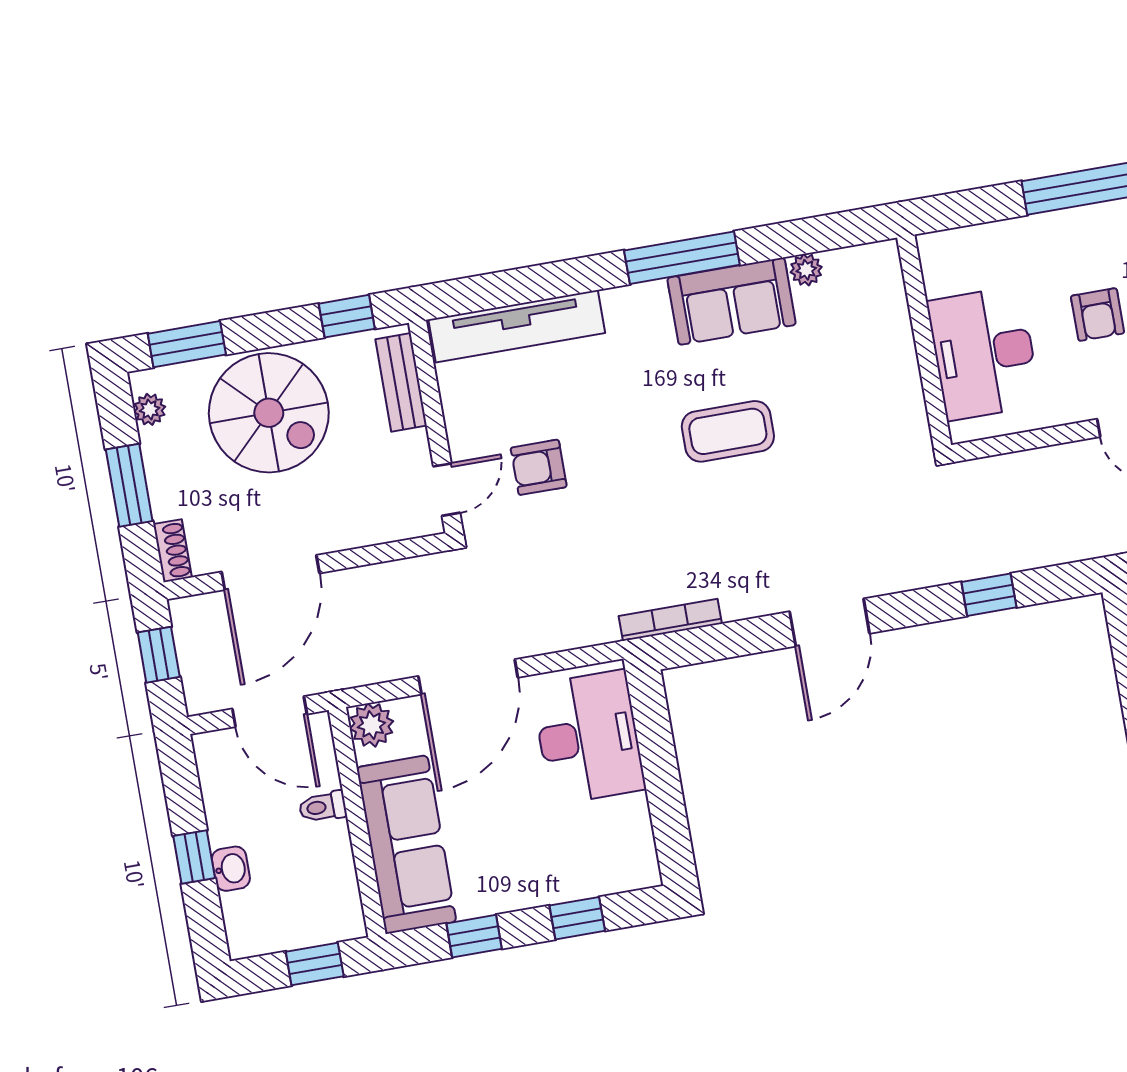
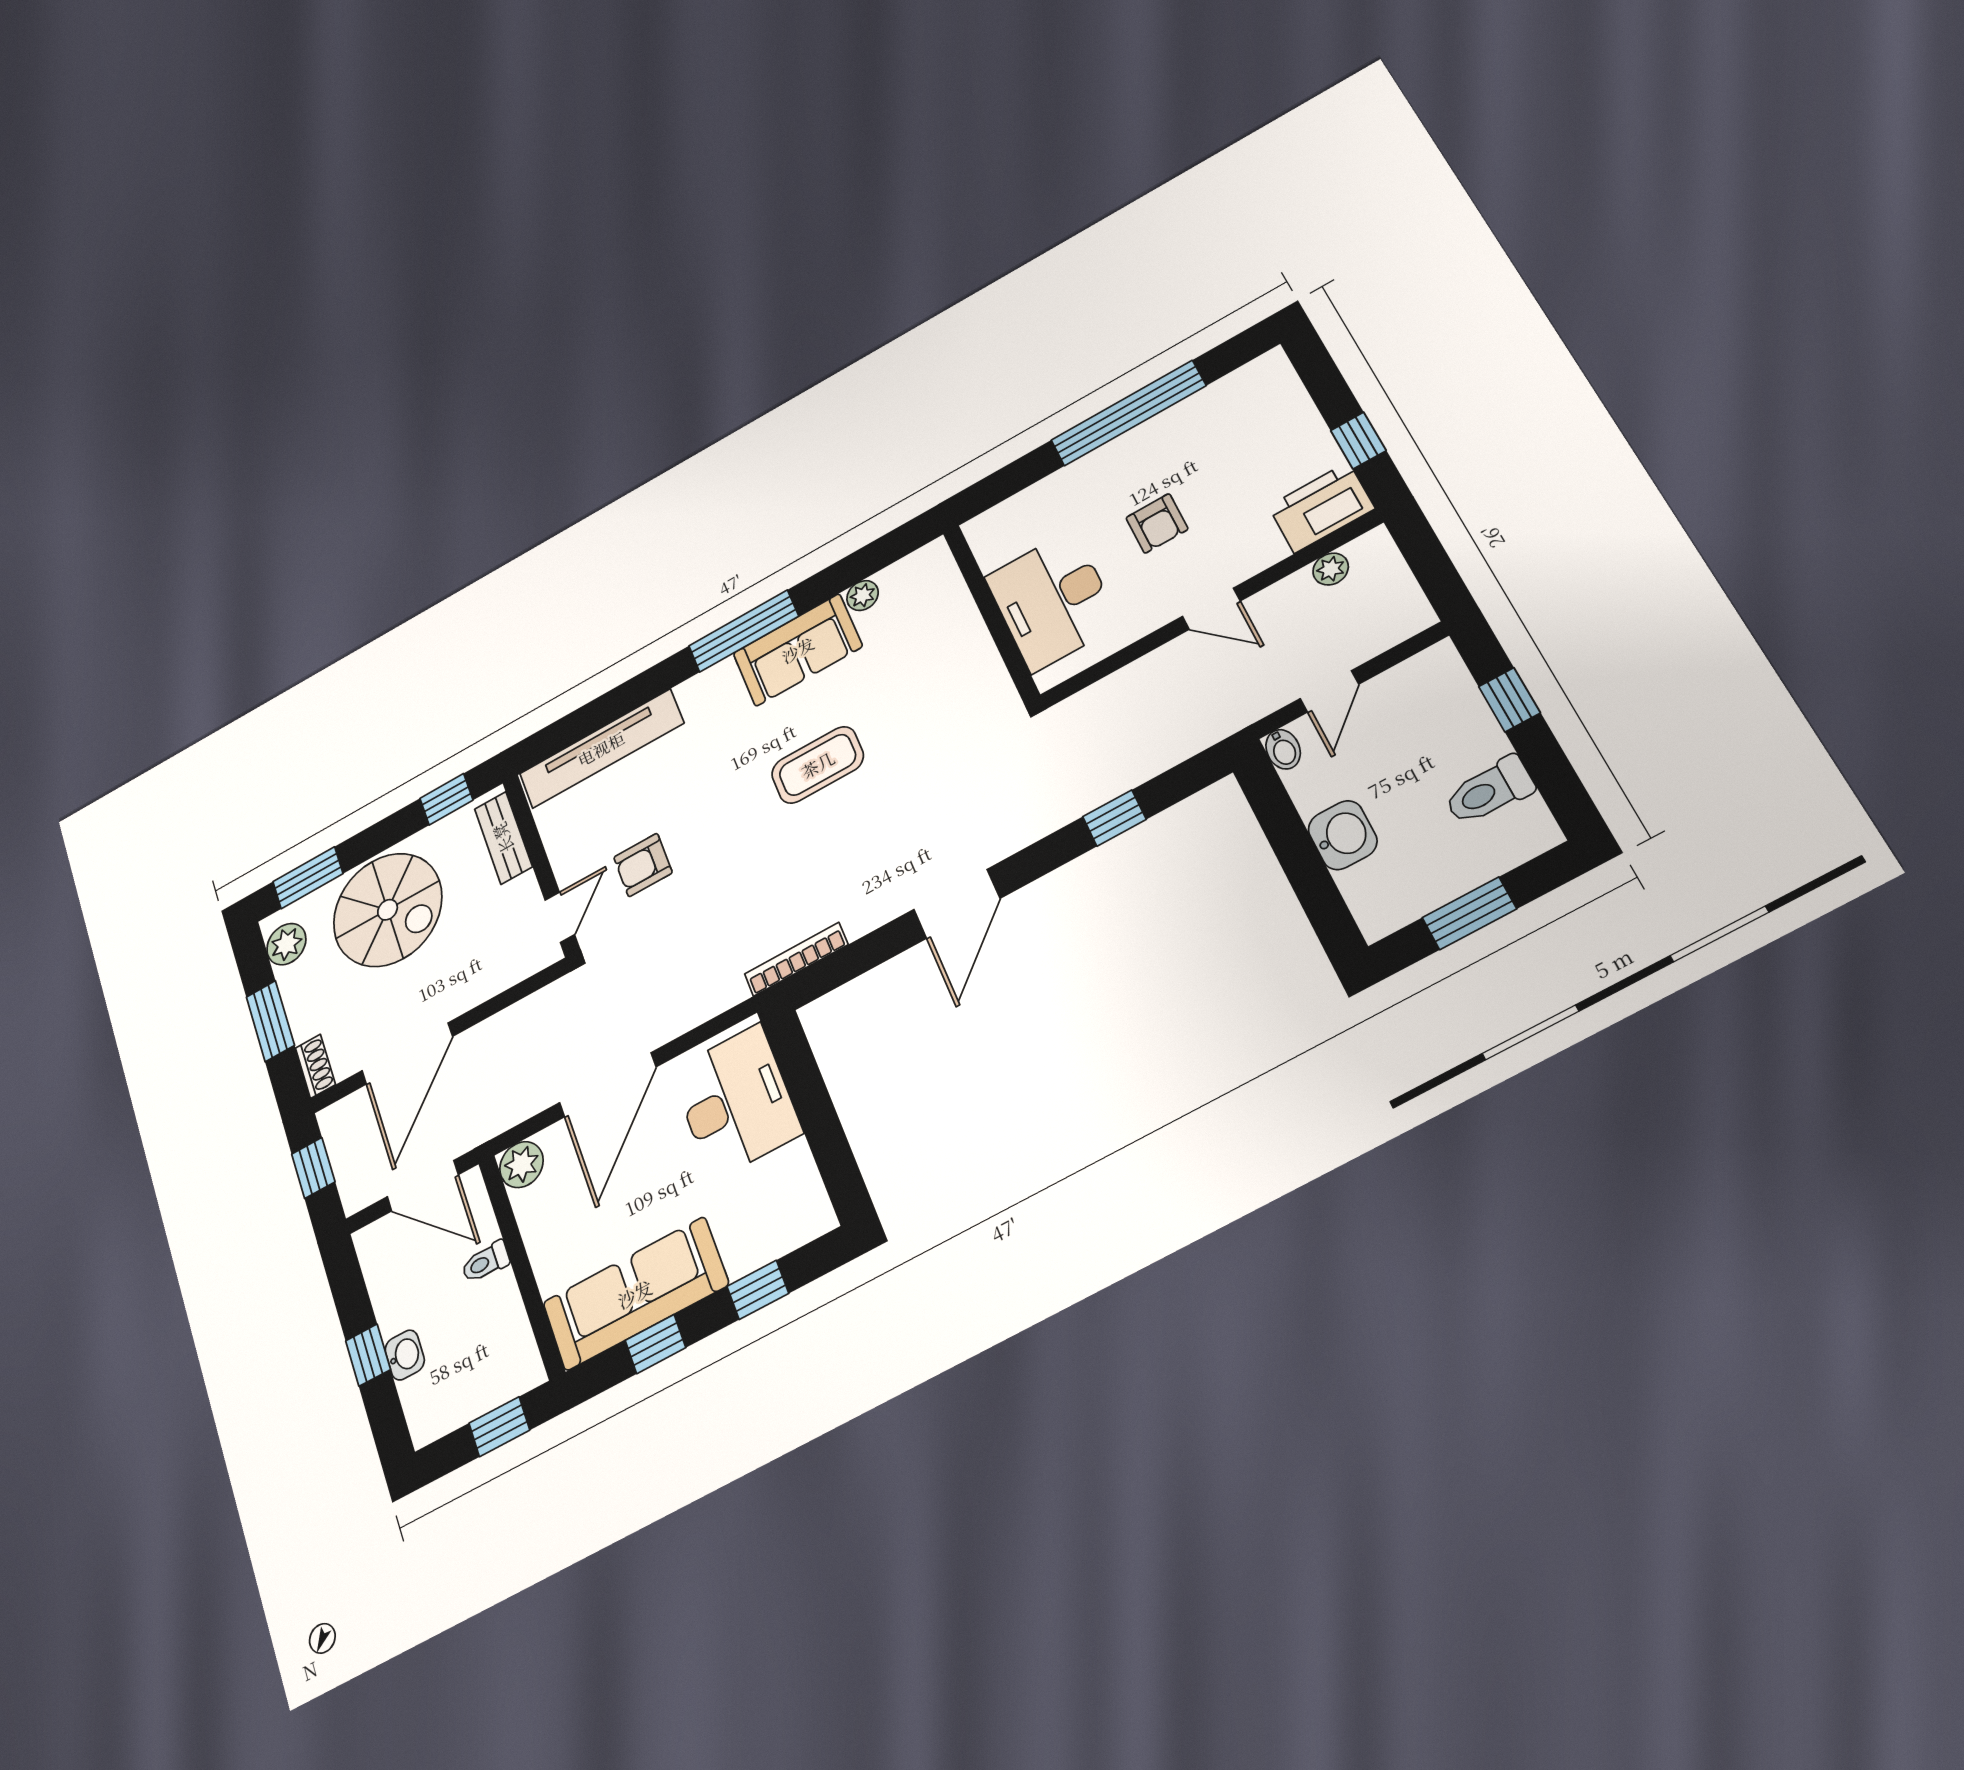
plant: (150, 409) -> (286, 944), width x1.38, depth x1.38
sofa: (406, 845) -> (635, 1294), moved, turned -90

